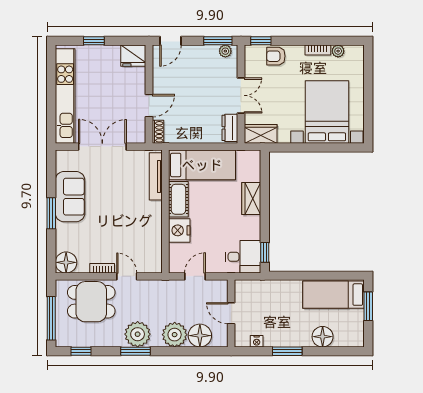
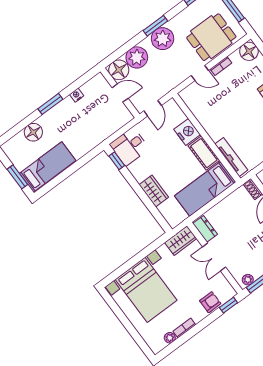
door: (231, 313) -> (120, 93), moved
wall: (231, 313) -> (120, 93), moved

